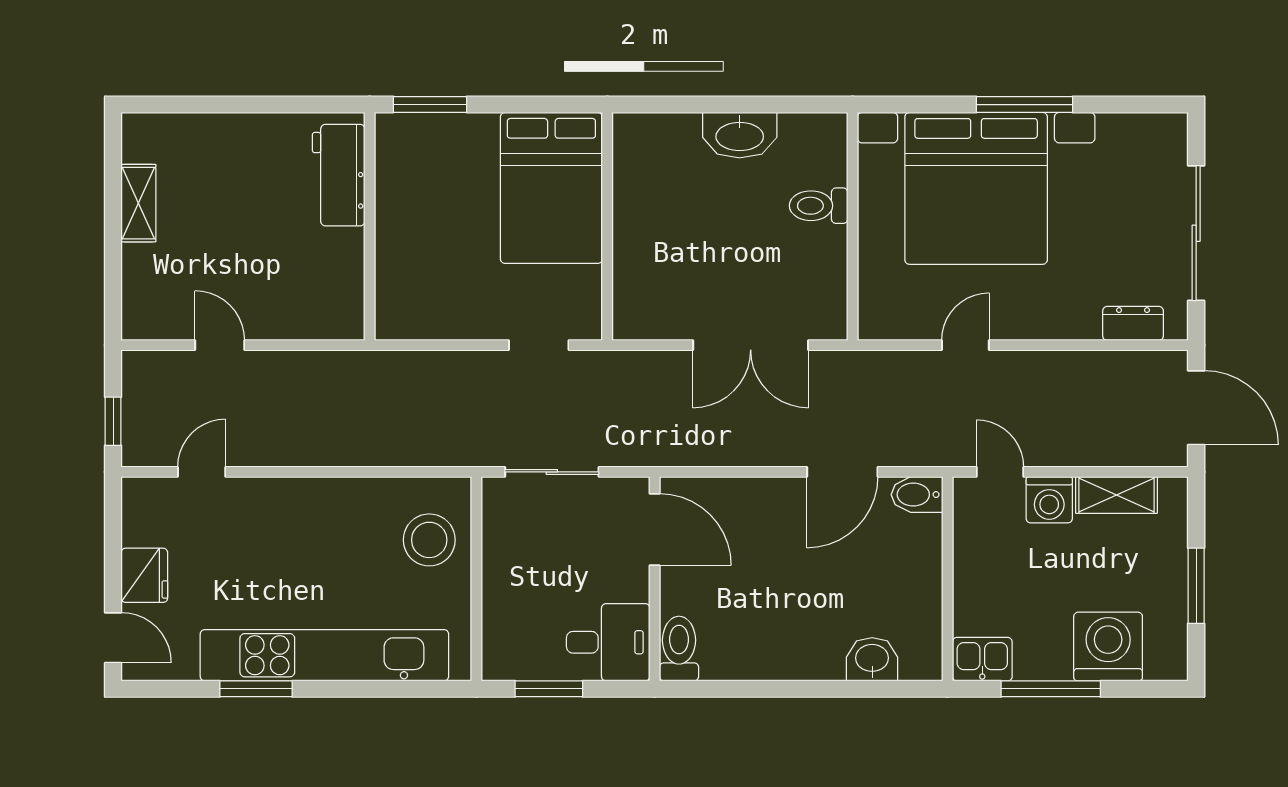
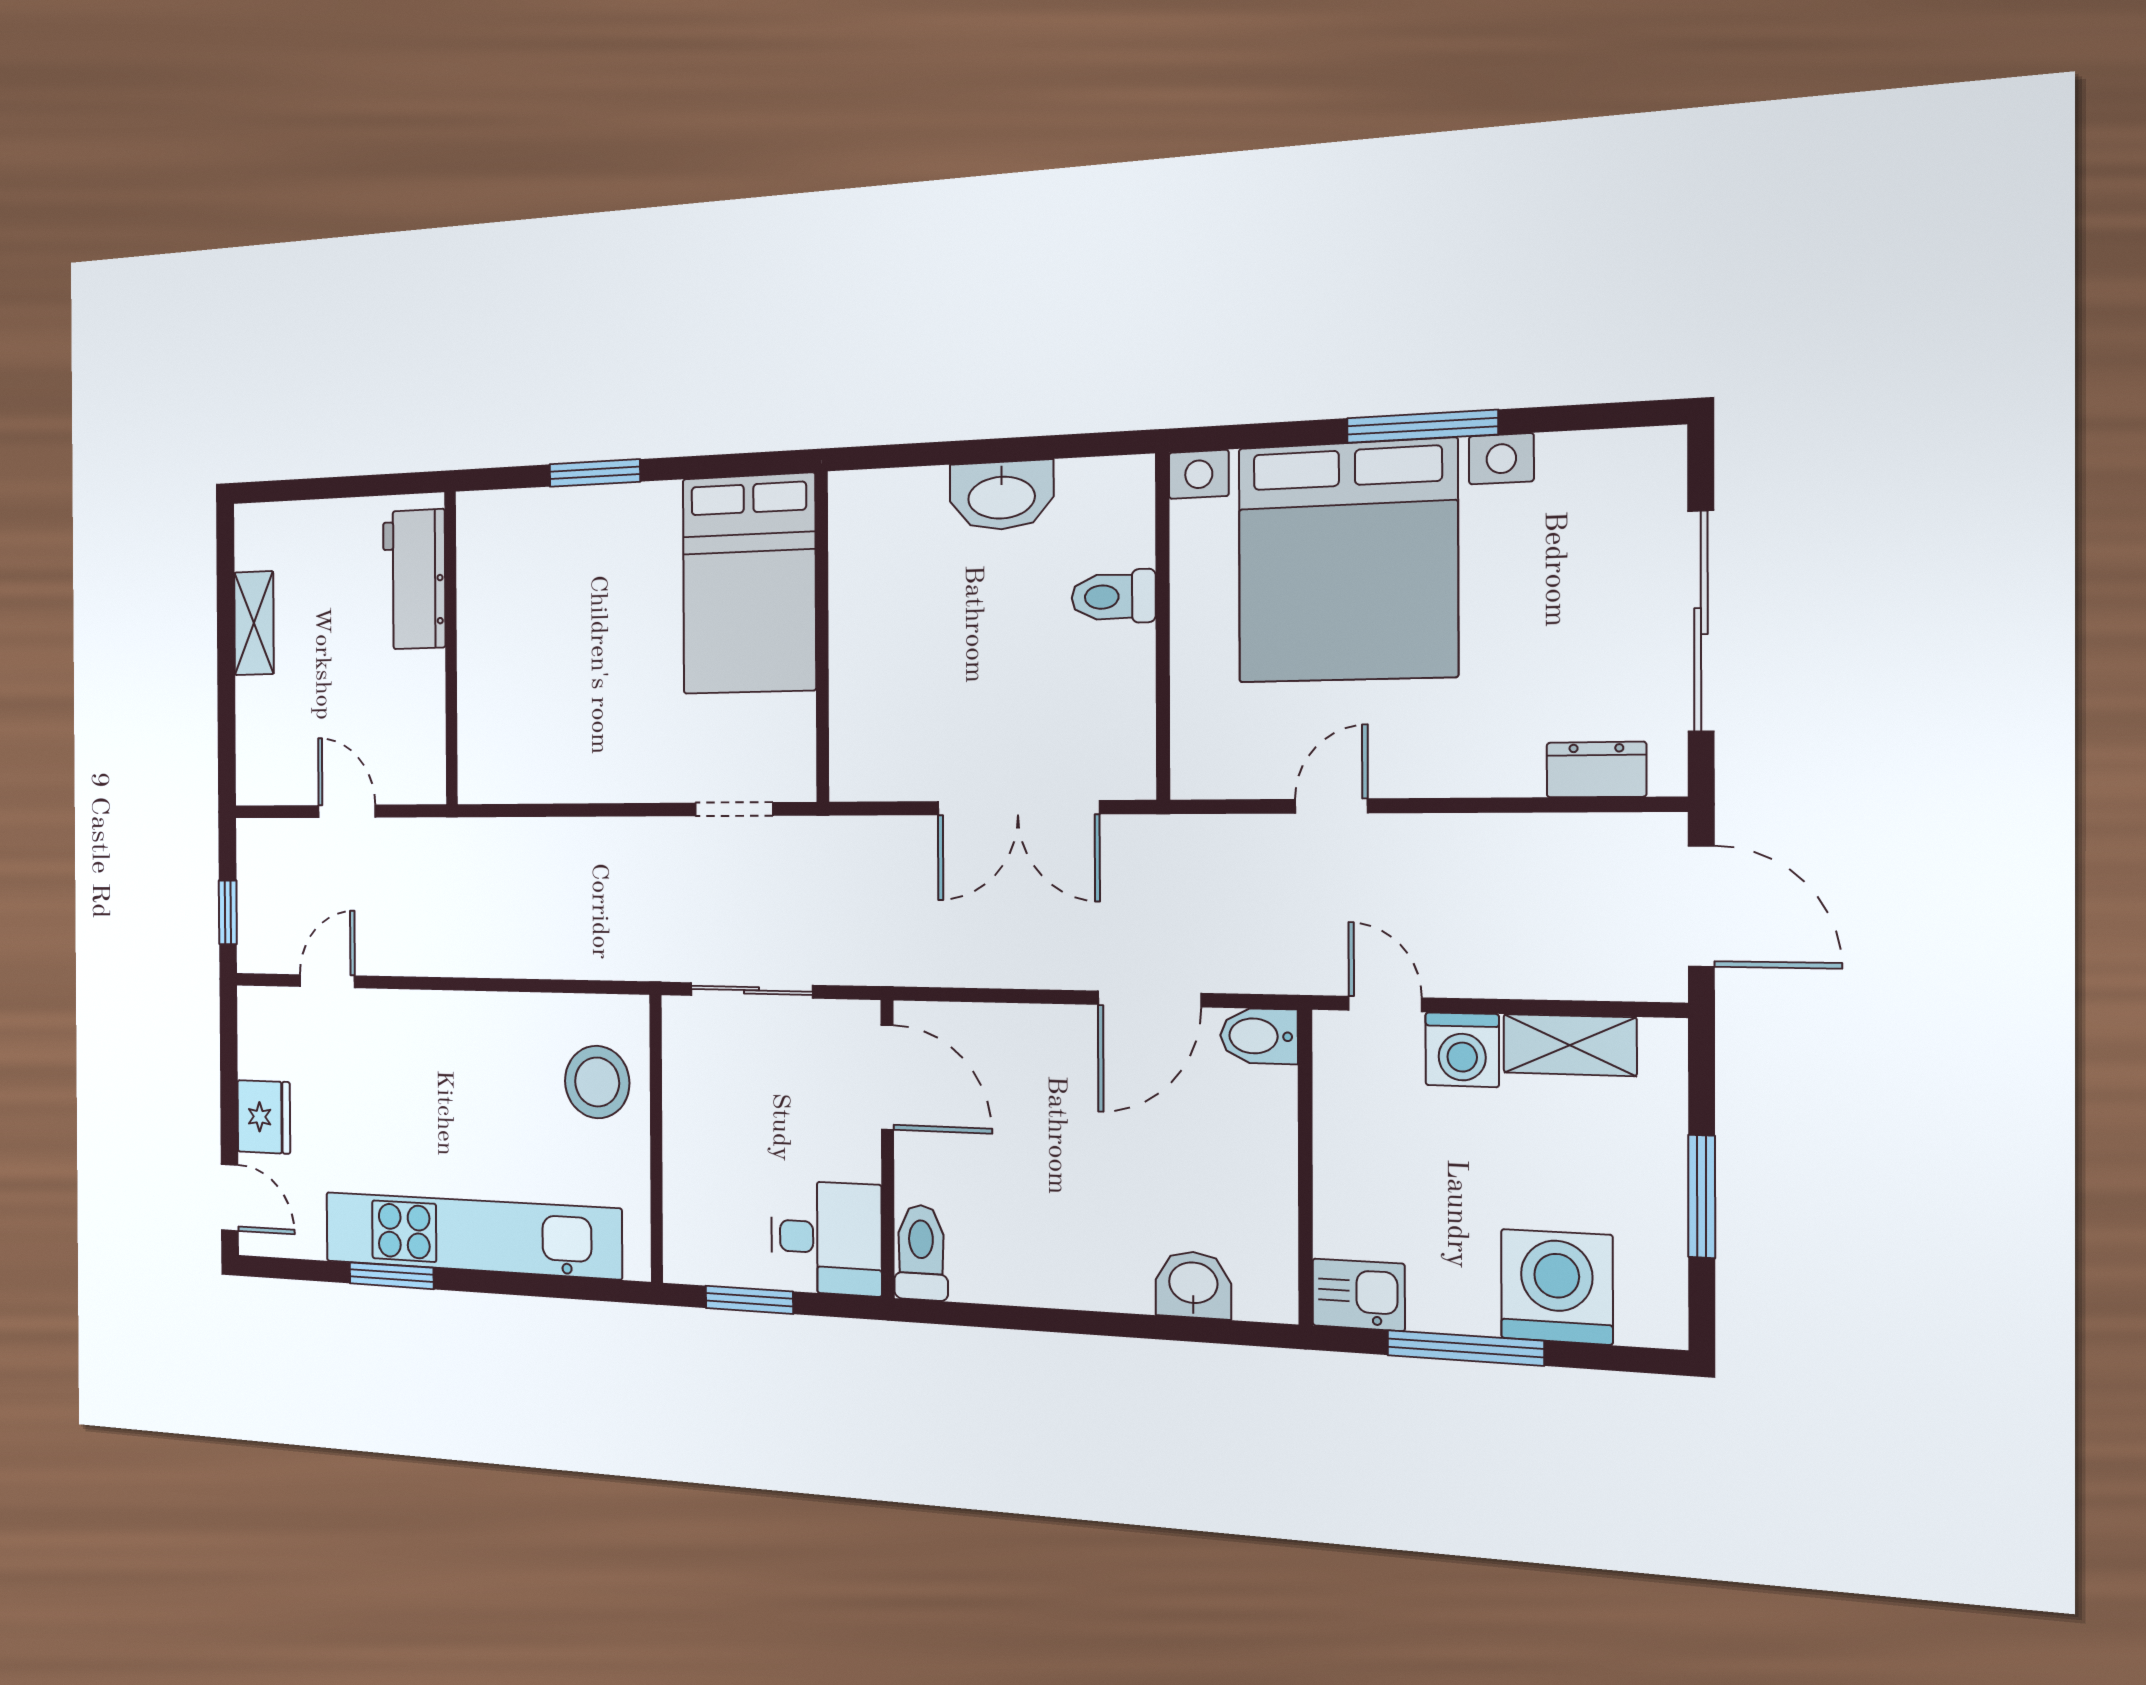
workbench: (339, 175) -> (414, 579), moved
wall: (370, 226) -> (451, 648), moved

